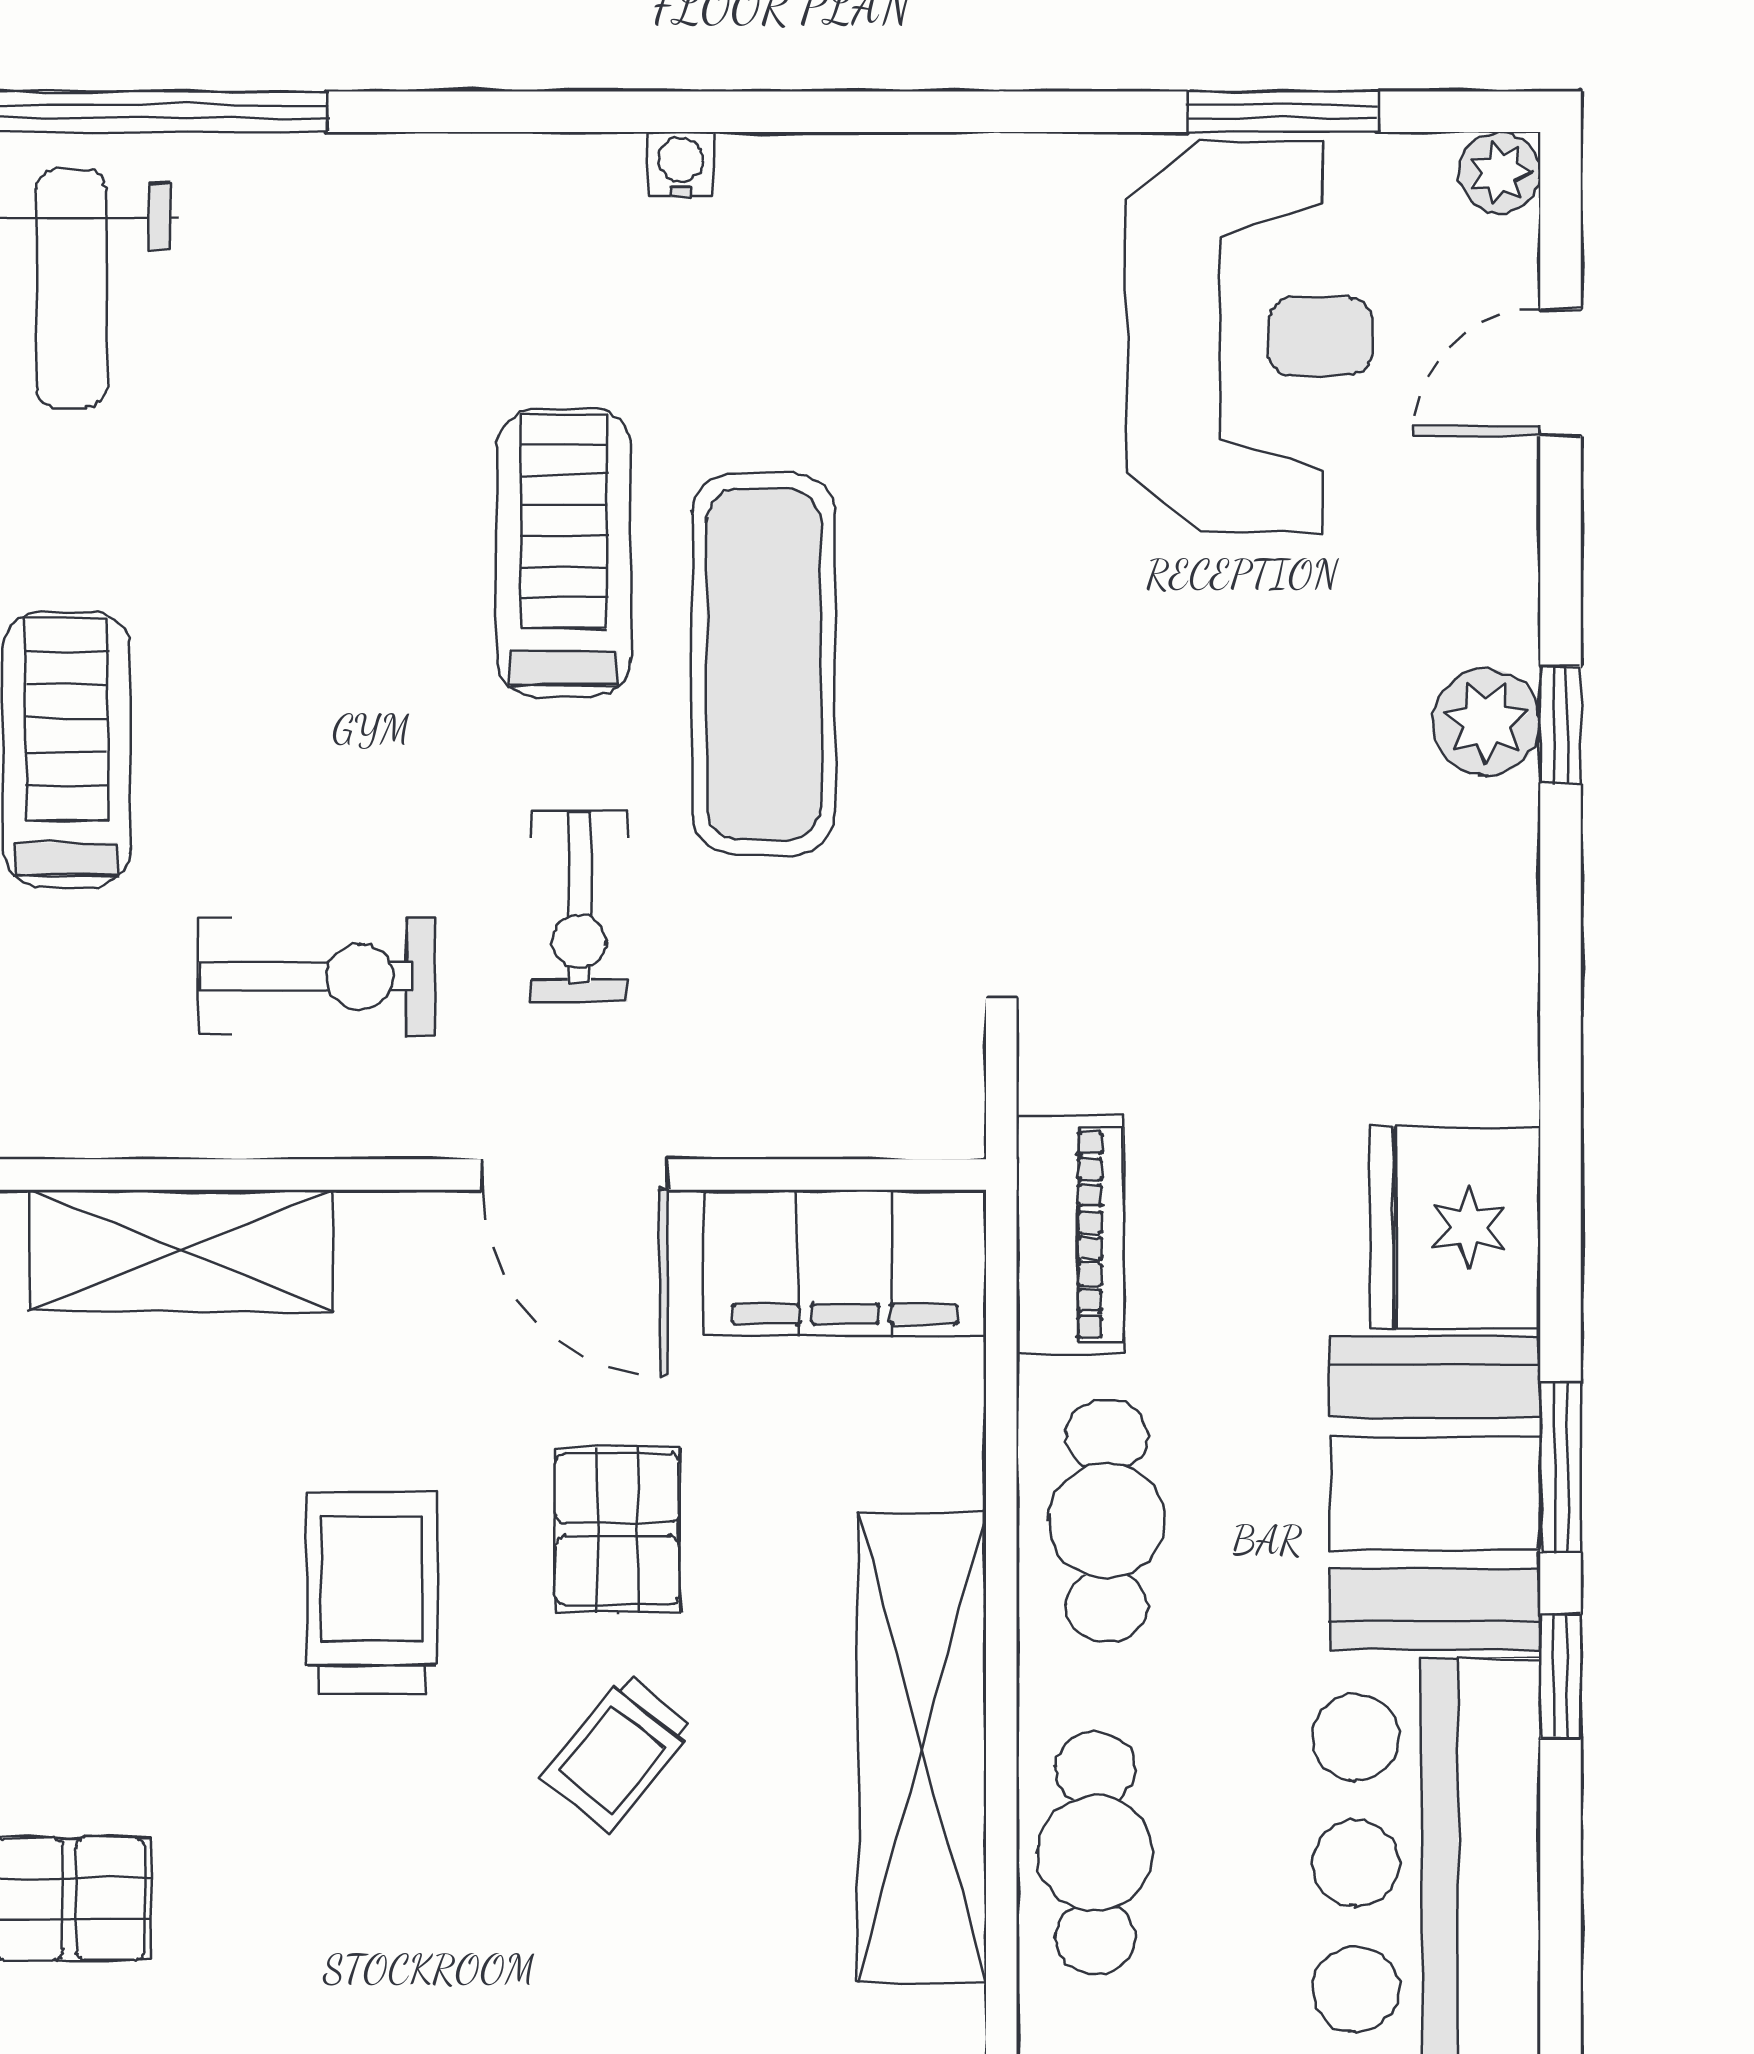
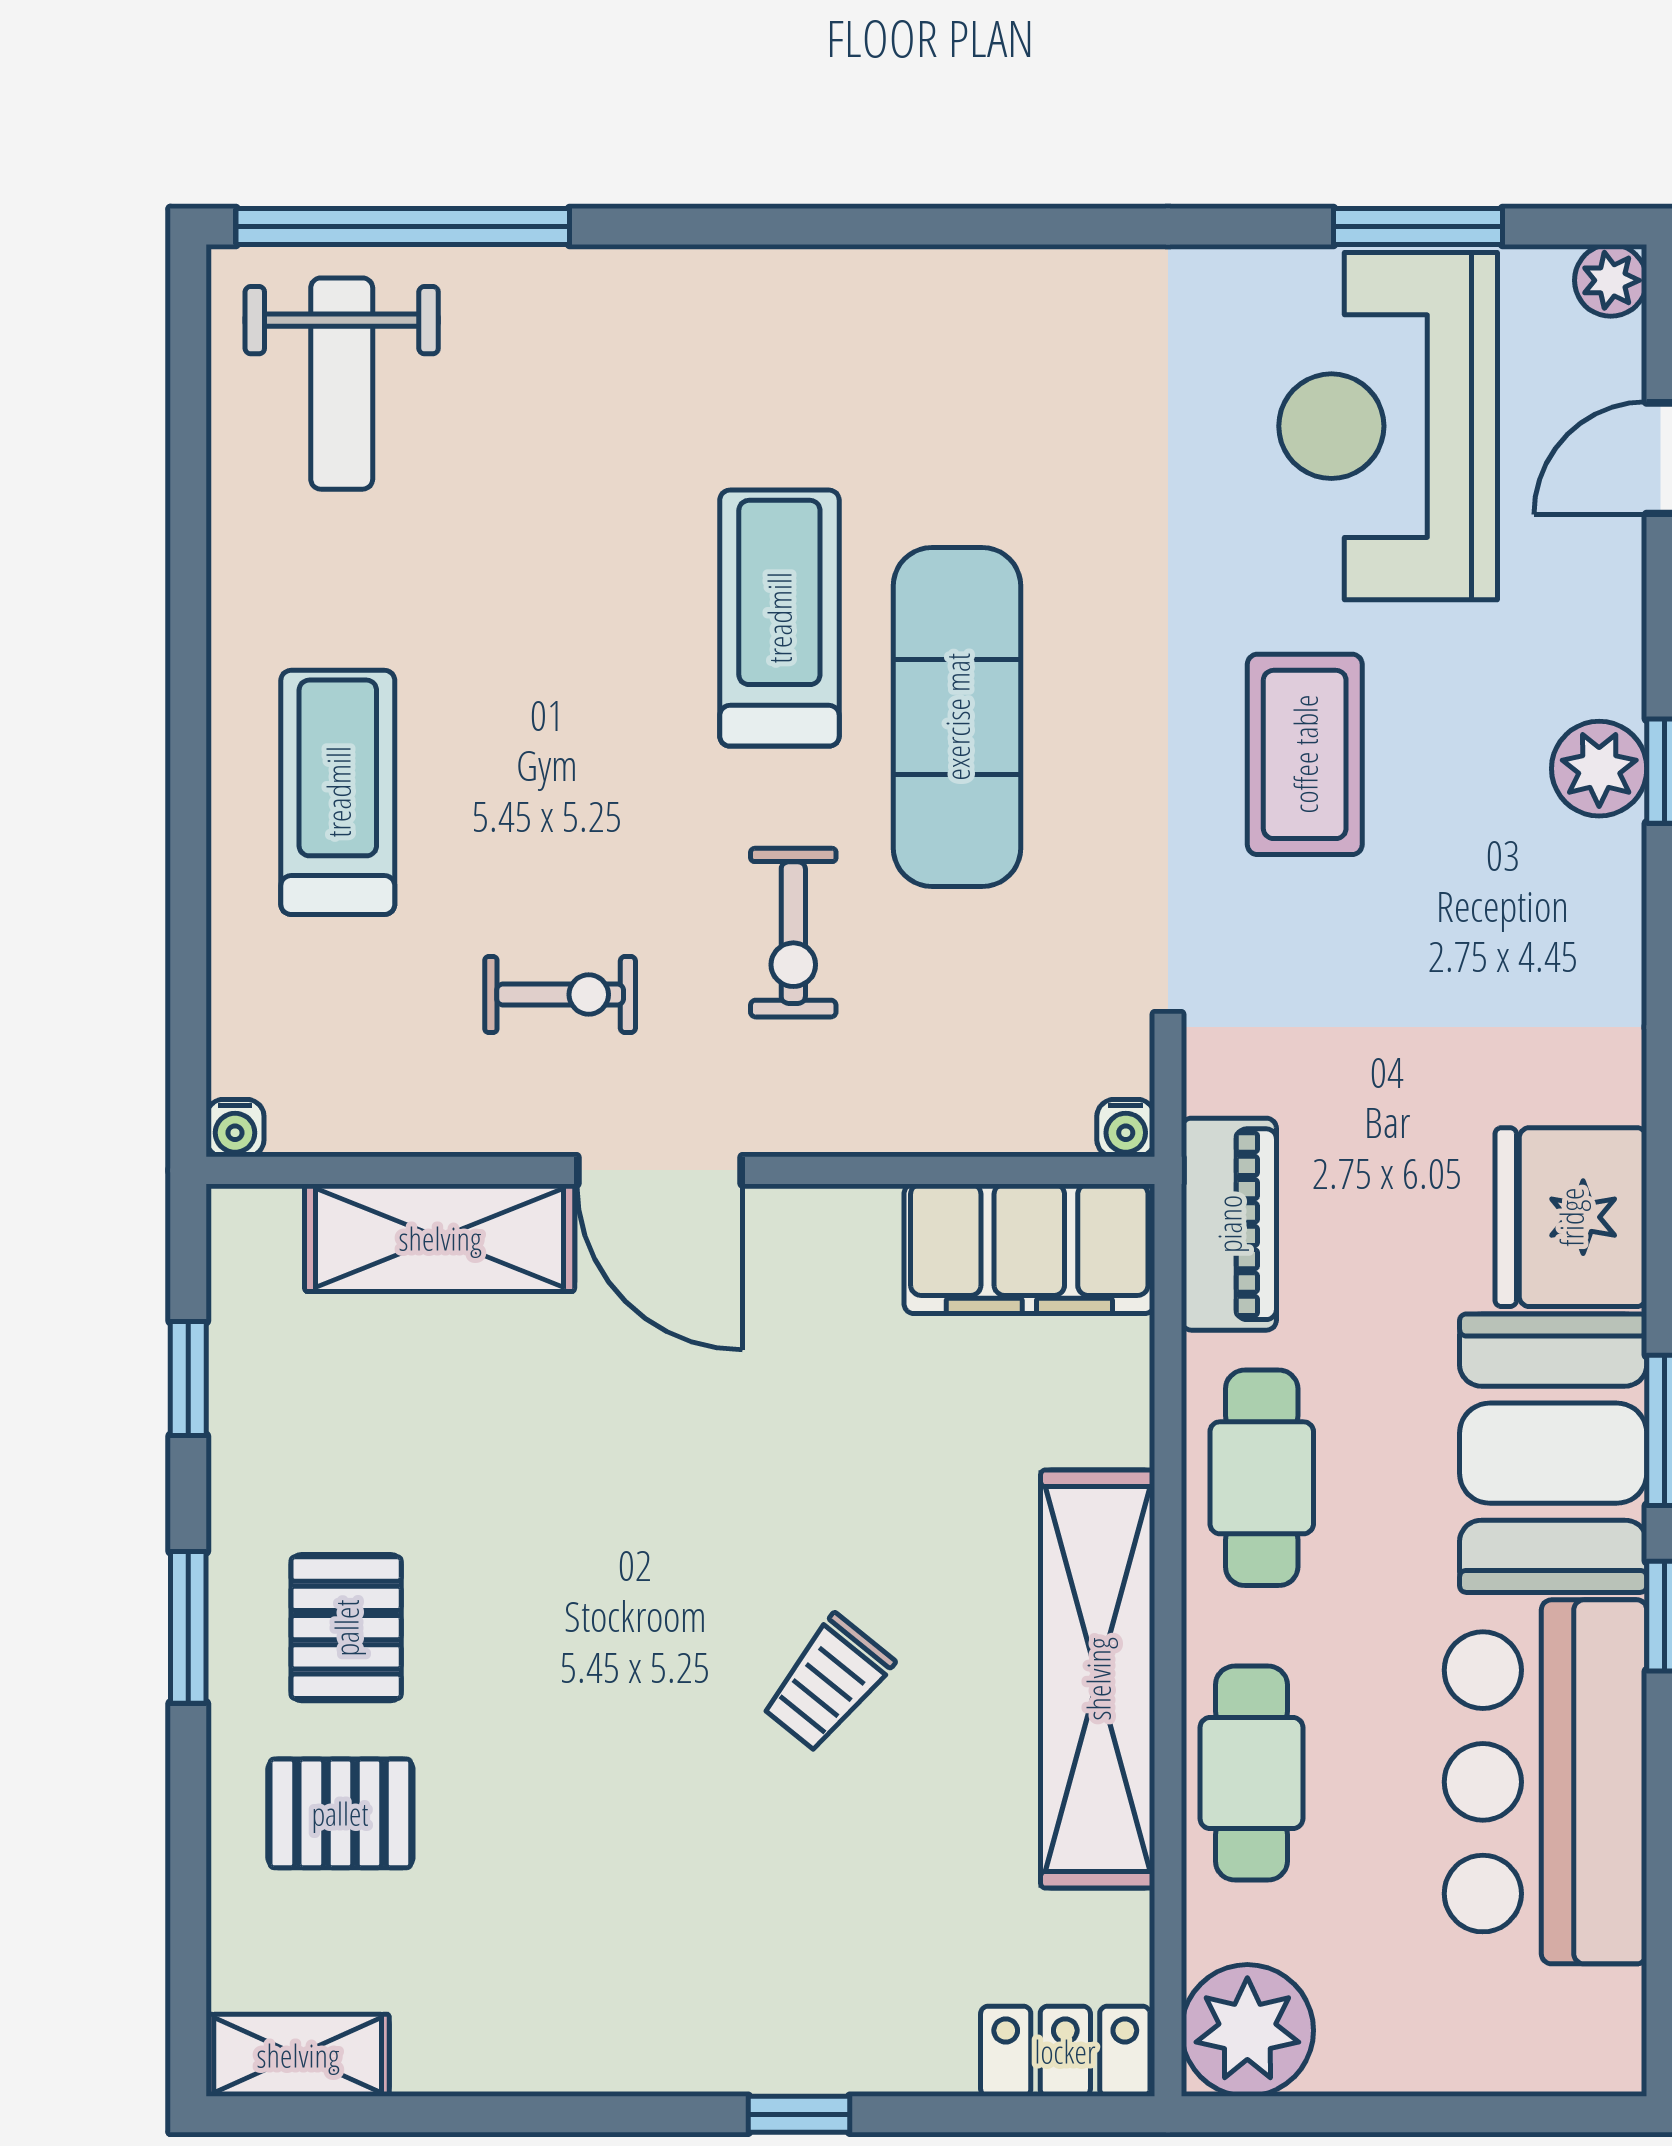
water cooler: (681, 164) -> (1126, 1128), moved, turned 180
reception desk: (1249, 337) -> (1388, 426), turned 180
coffee table: (1155, 706) -> (1305, 754), added
exercise bike: (317, 977) -> (560, 995), width x0.73, depth x0.72
door: (575, 1175) -> (660, 1170), moved
pallet: (617, 1529) -> (346, 1628), moved
trolley: (372, 1593) -> (609, 1542), removed

